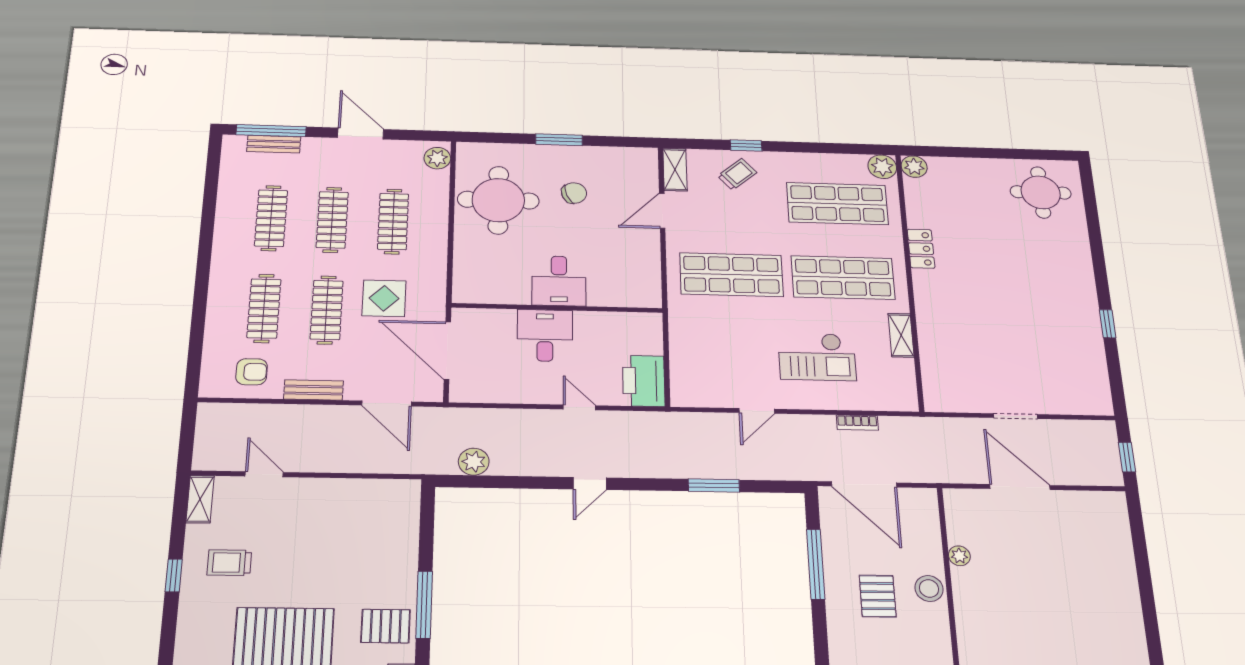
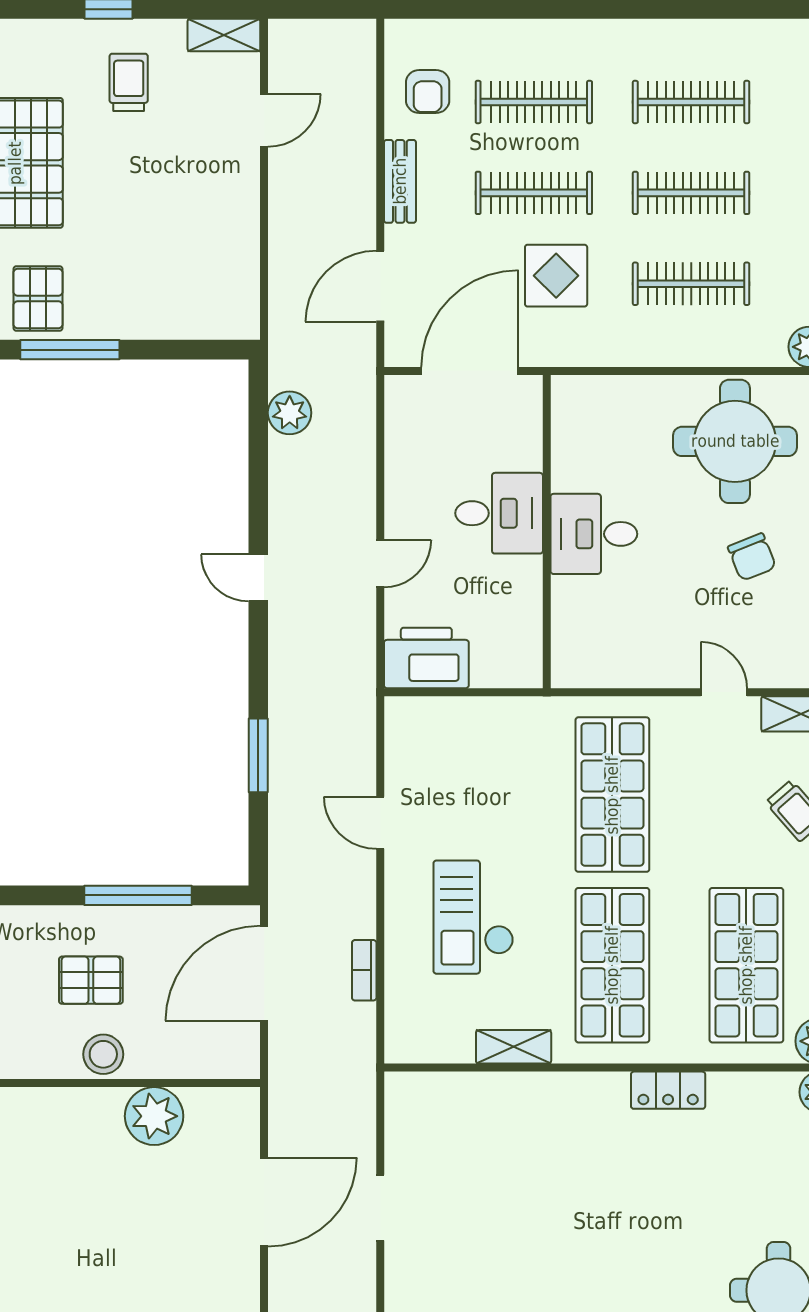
door: (662, 211) -> (724, 692), width x0.73
plant: (959, 556) -> (154, 1116), width x1.87, depth x1.87

